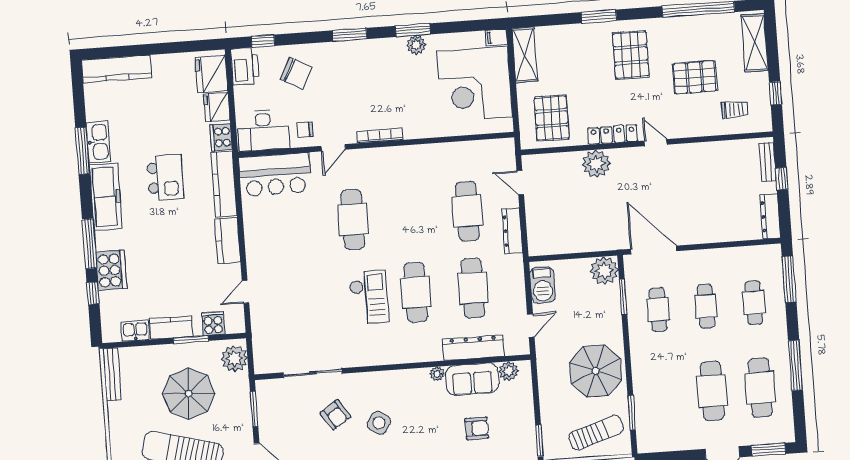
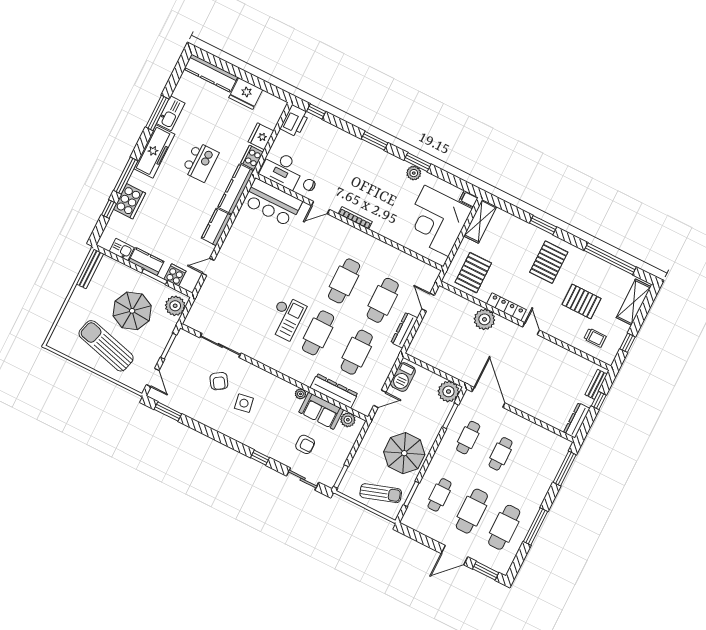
chair: (296, 73) -> (325, 145), removed
fridge: (212, 74) -> (246, 94), moved, turned -90
cafe table: (353, 220) -> (344, 281), moved
cafe table: (754, 303) -> (440, 495), moved
side table: (379, 423) -> (244, 403), turned 45

